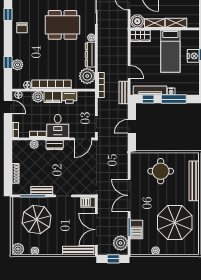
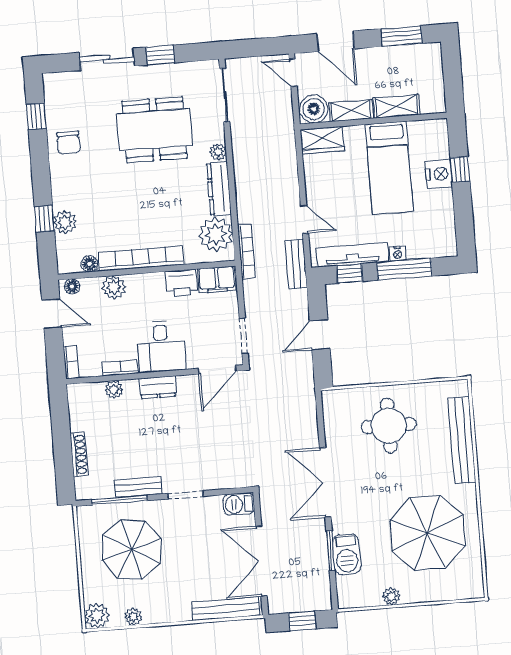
filing cabinet: (53, 97) -> (217, 280), moved
plant: (121, 243) -> (315, 586), removed

